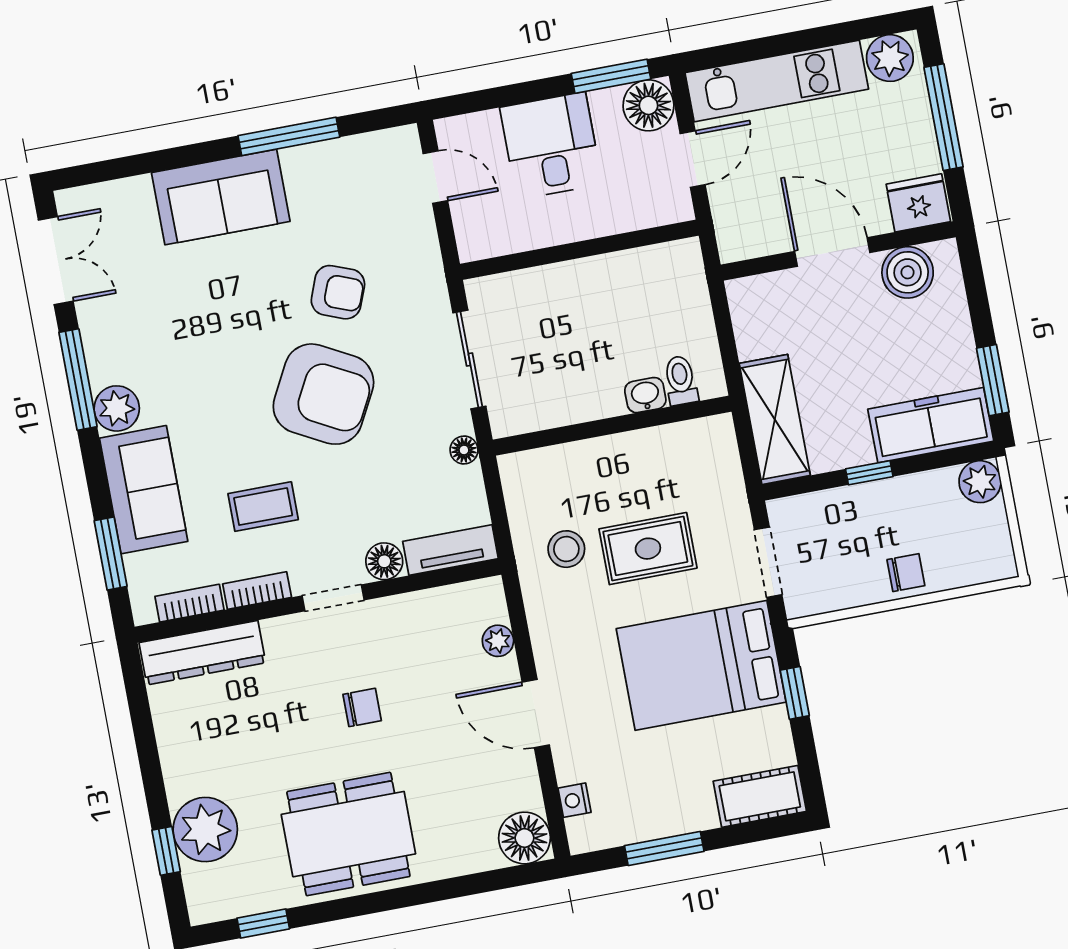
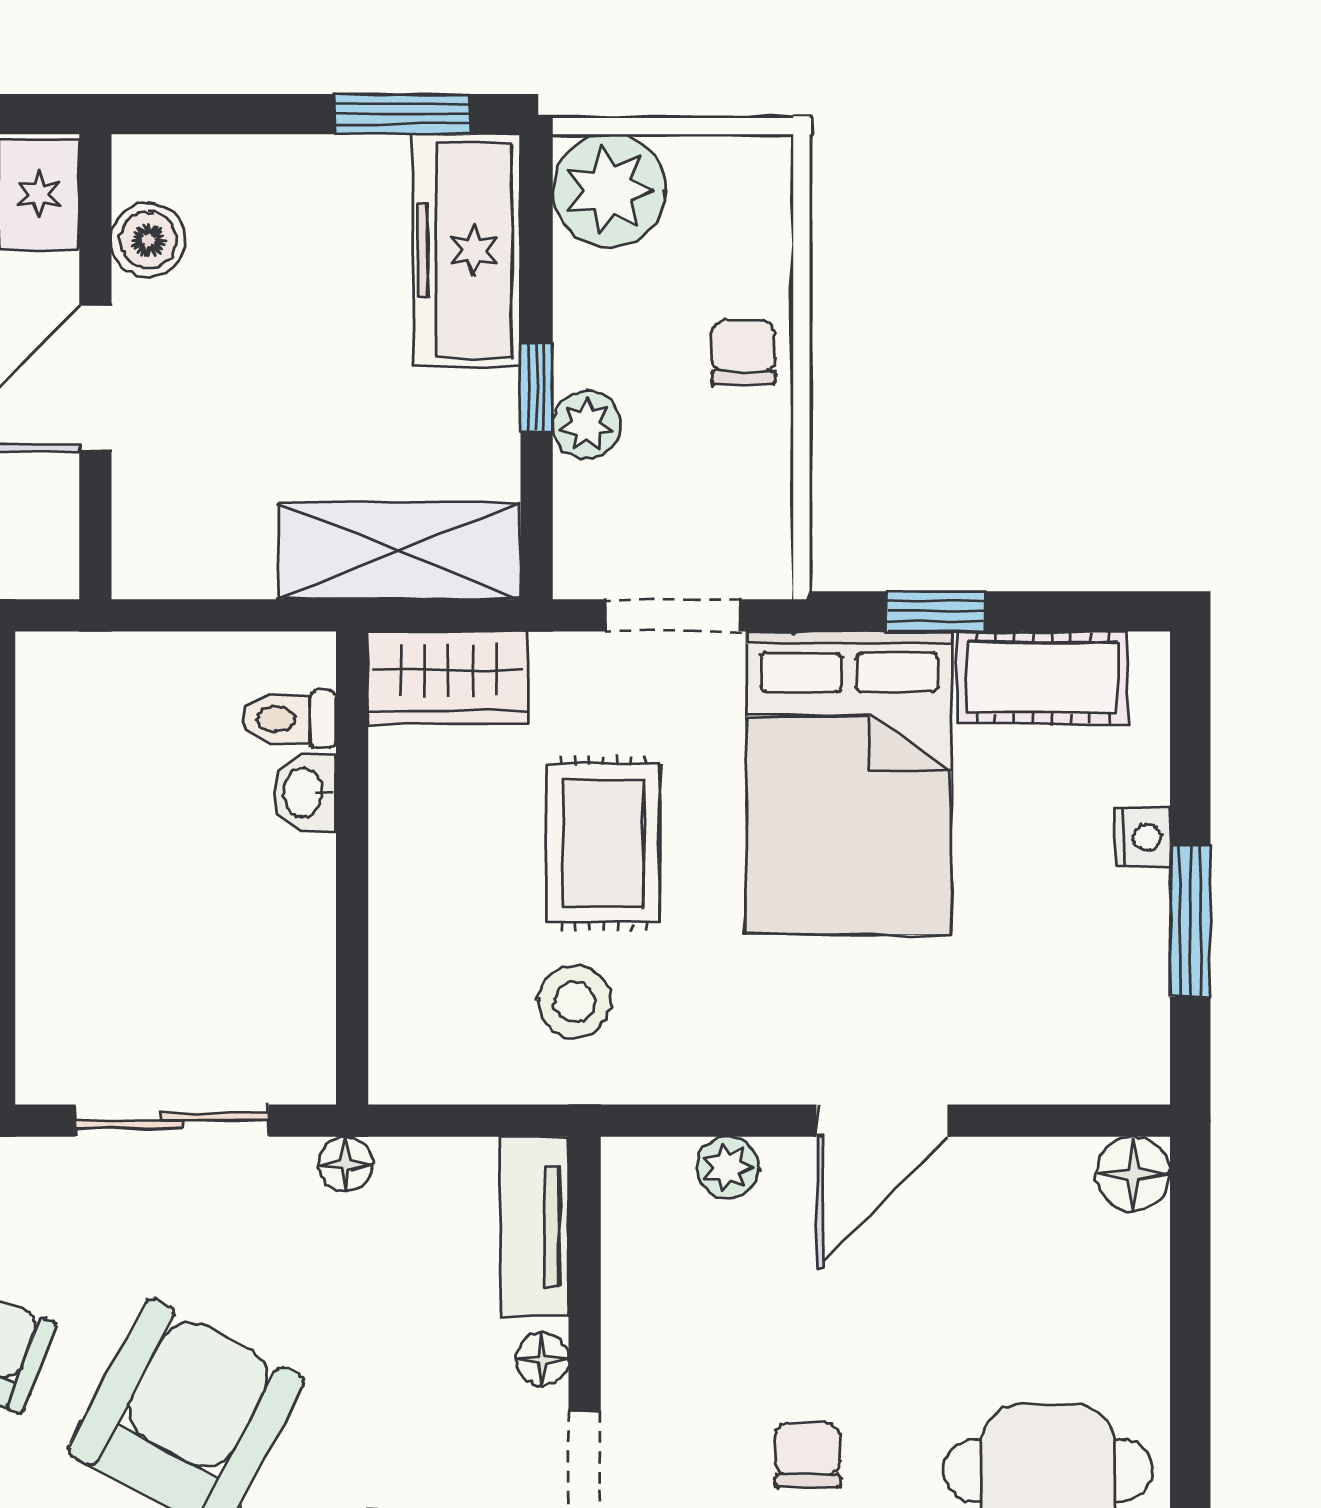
boiler: (908, 272) -> (149, 240), width x0.73, depth x0.73
wardrobe: (716, 456) -> (448, 678), added
plant: (980, 482) -> (609, 191), width x1.36, depth x1.36
plant: (855, 501) -> (587, 425), added
floor lamp: (384, 561) -> (542, 1359), width x0.73, depth x0.73
cot: (760, 796) -> (1043, 678), moved, turned 90
nightstand: (575, 800) -> (1142, 837), moved, turned -90
floor lamp: (524, 838) -> (1133, 1174), width x0.73, depth x0.73

